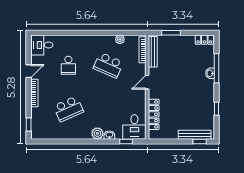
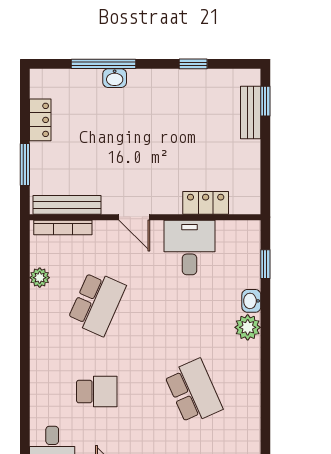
locker: (204, 40) -> (40, 120), moved
locker: (154, 114) -> (206, 203), width x0.66
desk: (134, 127) -> (190, 247), moved, turned -90
bench: (195, 135) -> (251, 112), width x0.73

